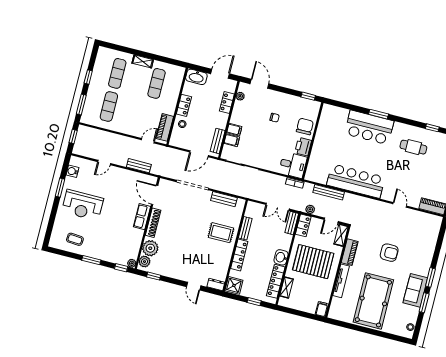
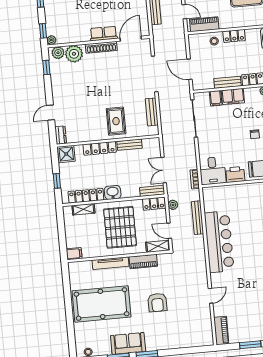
filing cabinet: (234, 130) -> (233, 96), width x2.00
bench: (218, 141) -> (228, 82), moved

